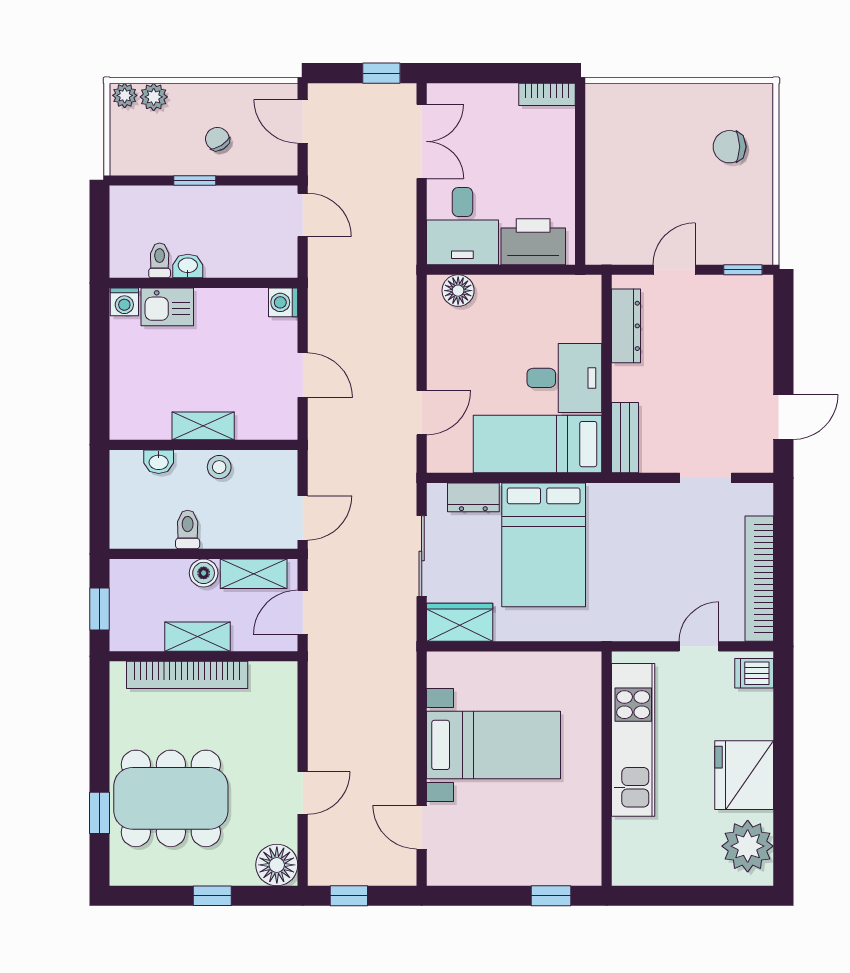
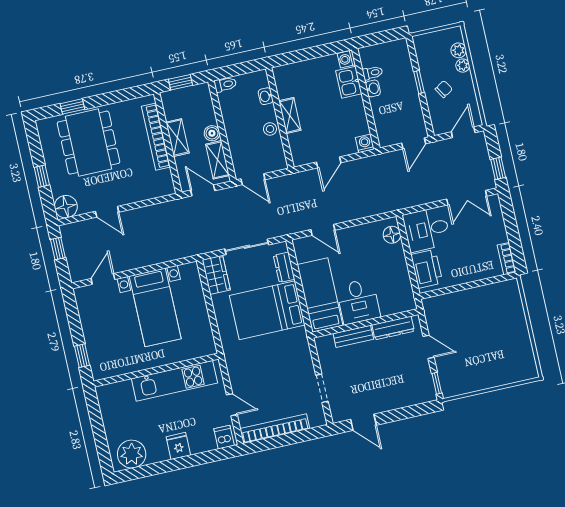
plant: (125, 95) -> (463, 66), moved
chair: (730, 147) -> (500, 362), removed
bench: (625, 438) -> (353, 336), moved
toilet: (188, 529) -> (225, 84), moved
fridge: (744, 775) -> (178, 446), width x0.53, depth x0.75

